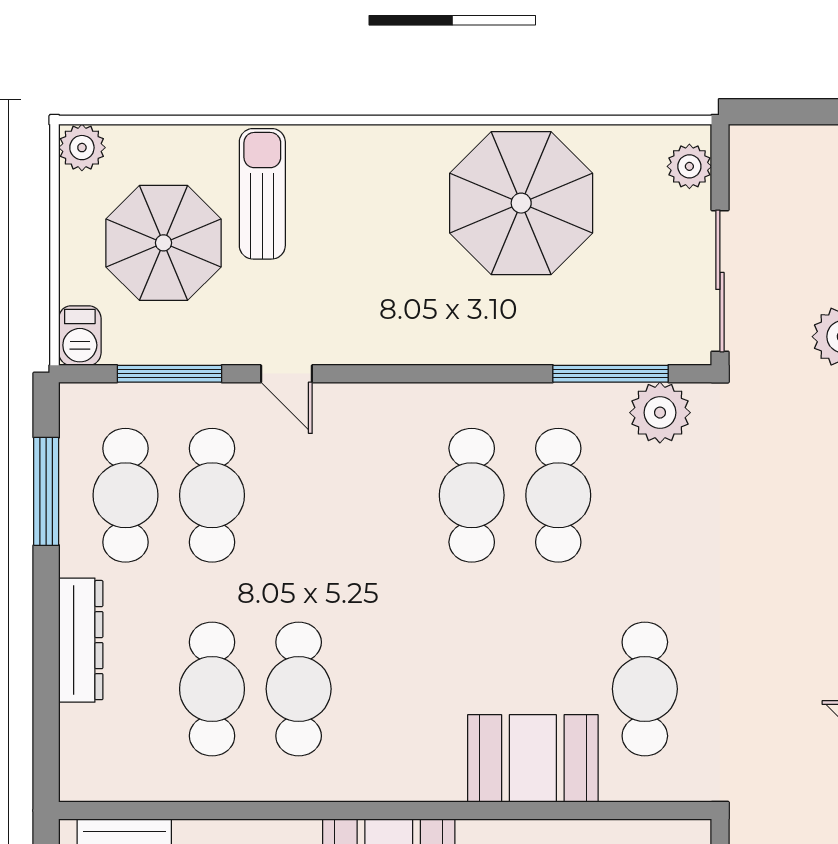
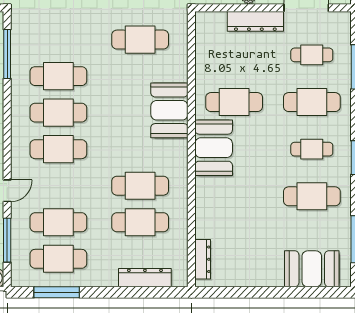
plant: (660, 413) -> (23, 33), removed
cafe table: (385, 495) -> (58, 149), added
dresser: (81, 640) -> (145, 278), moved
booth: (533, 758) -> (169, 110), moved

